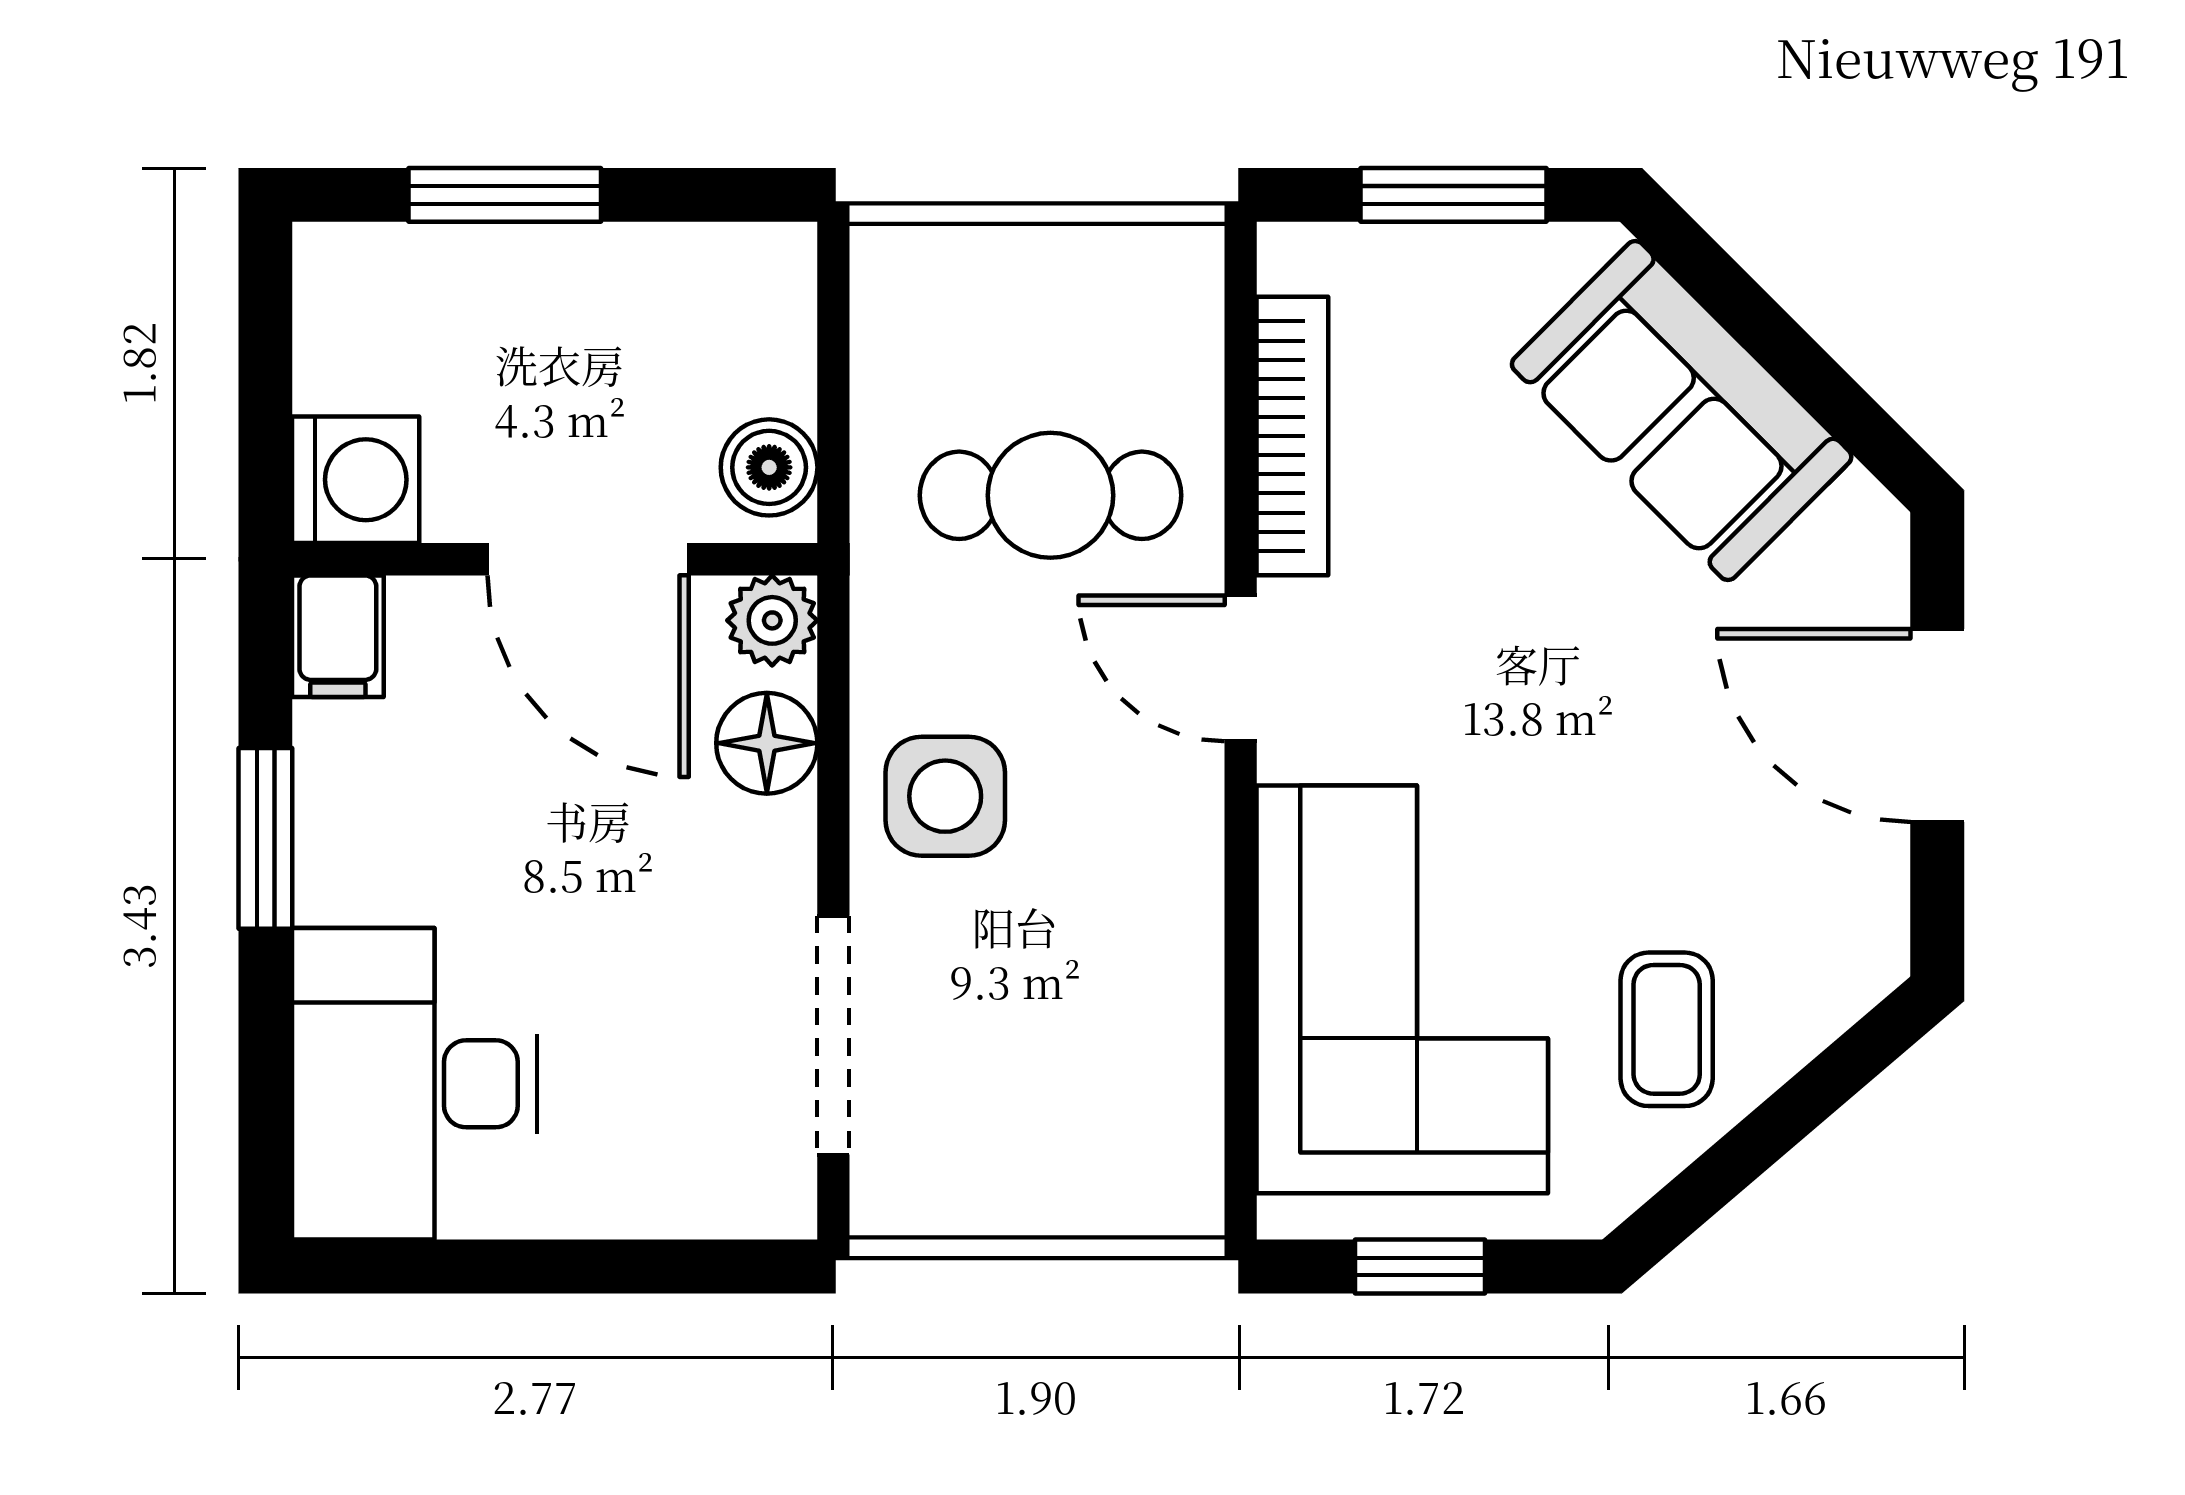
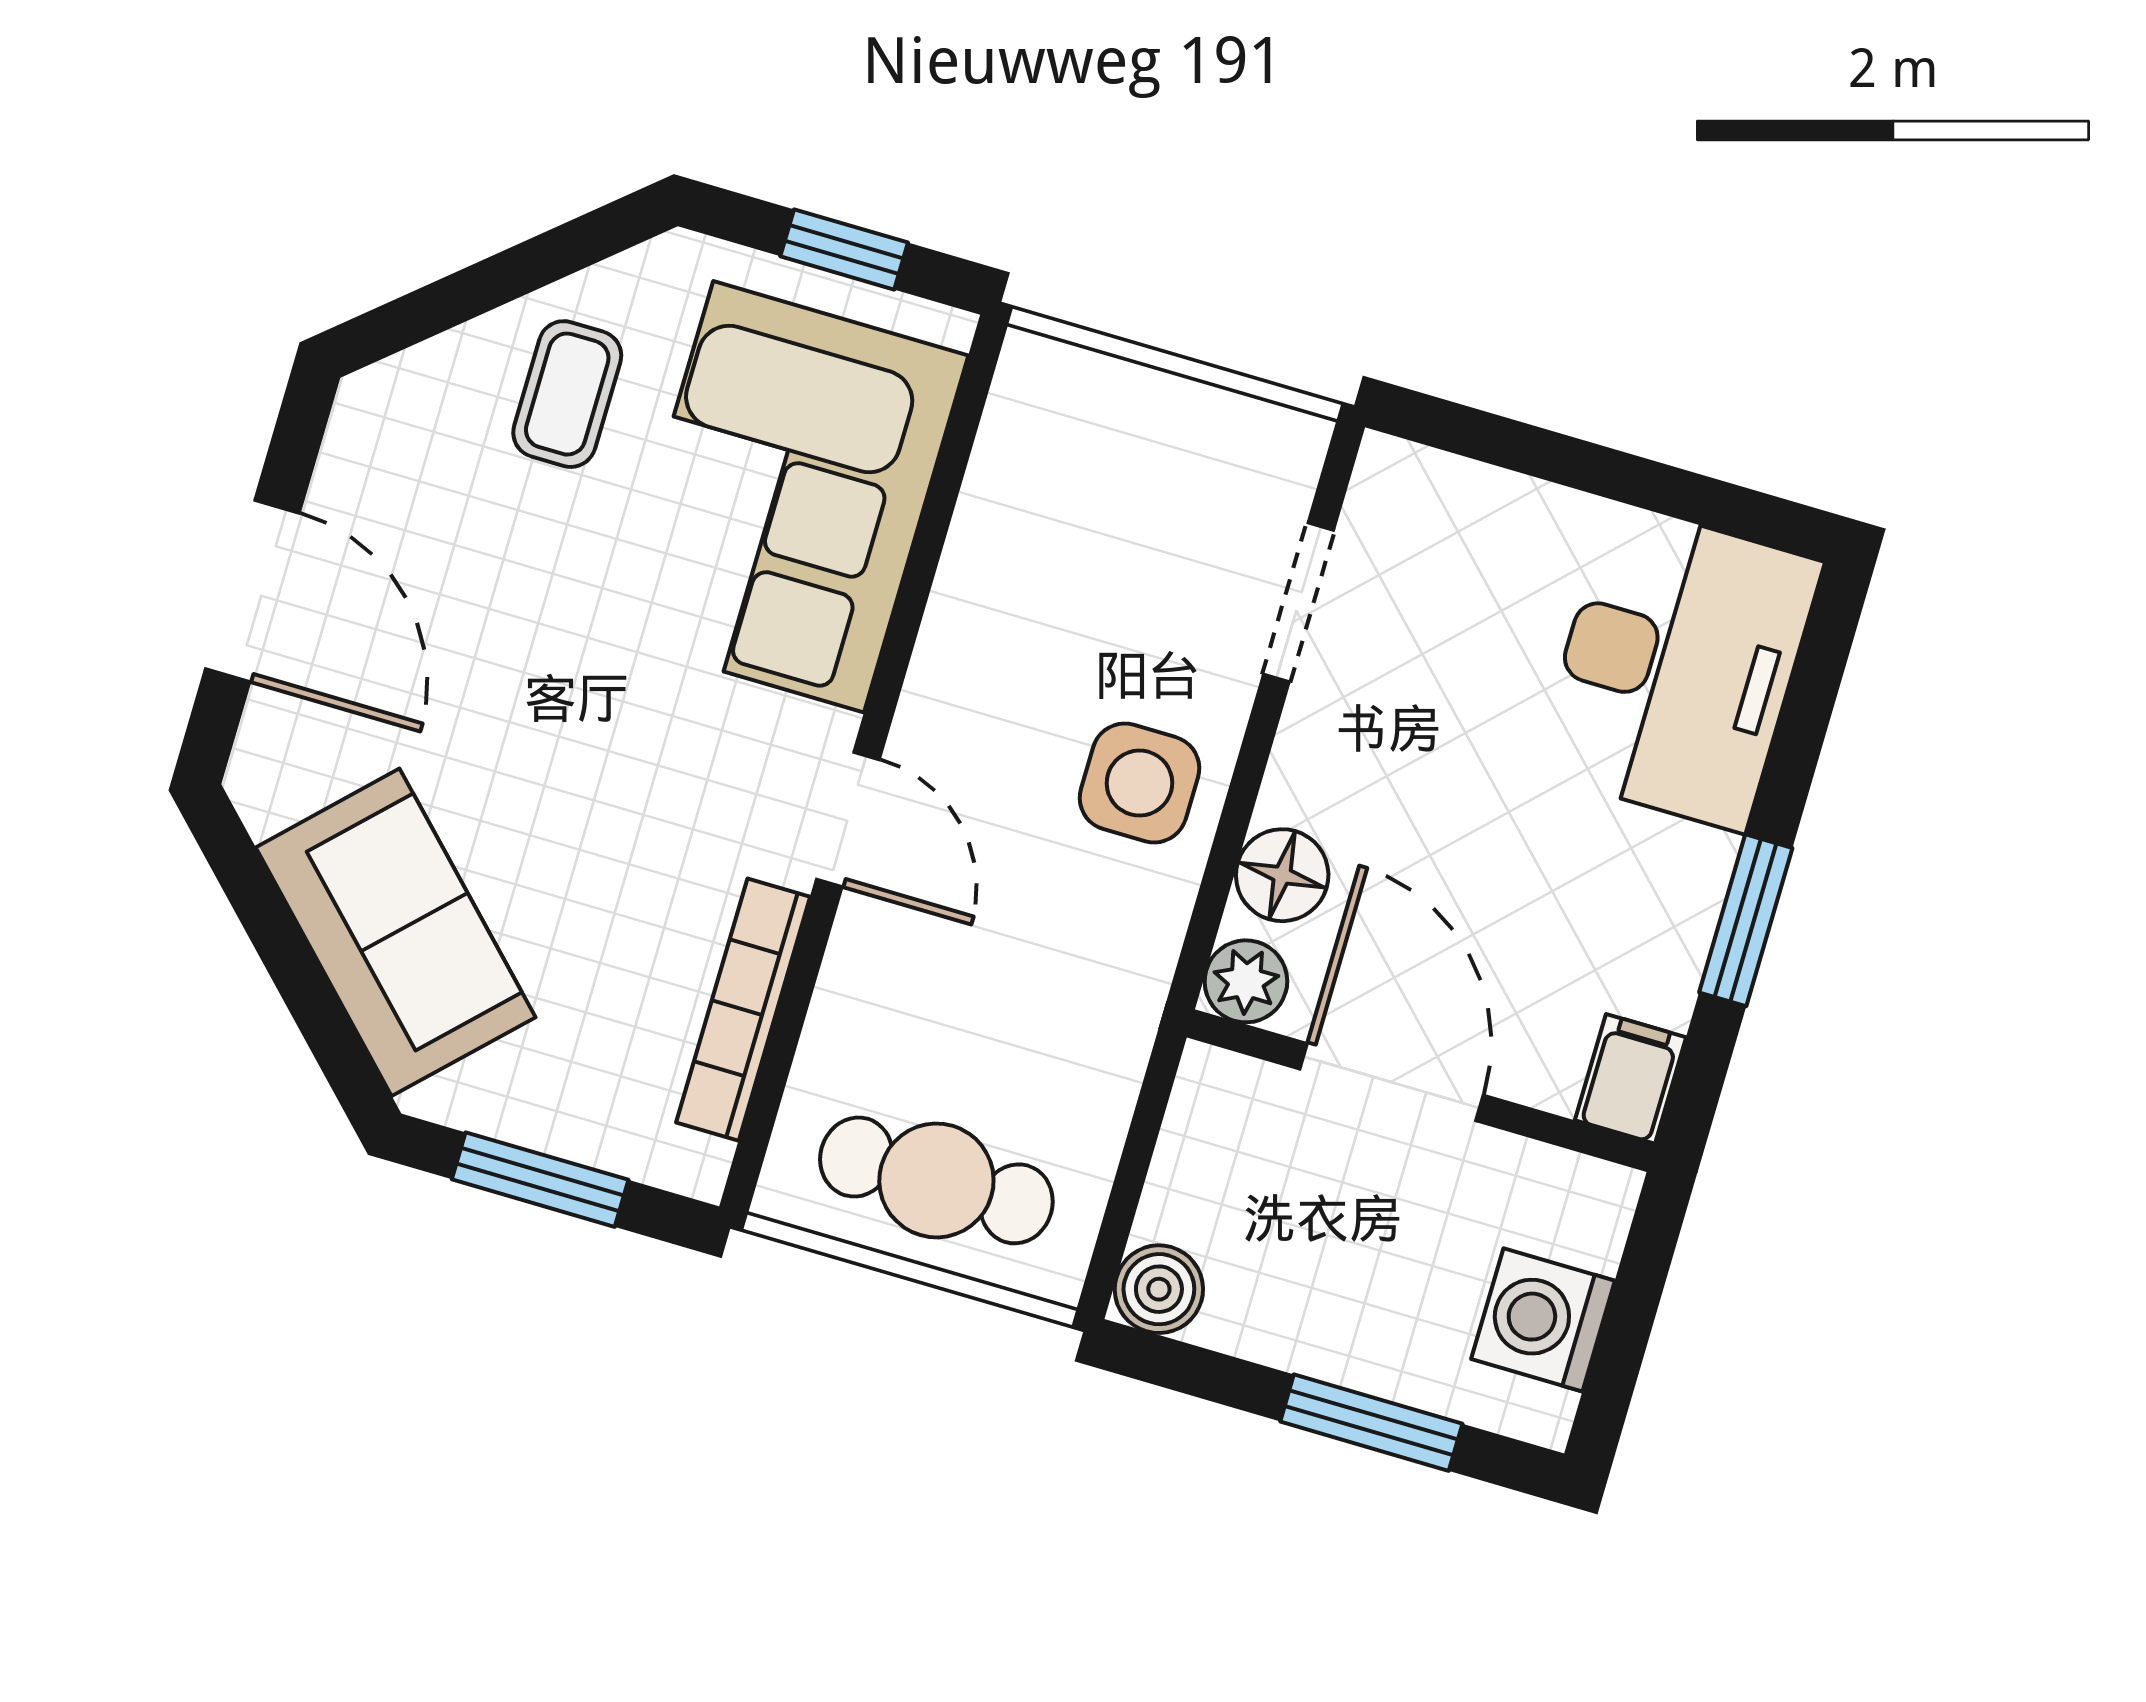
boiler: (769, 467) -> (1159, 1289), moved
washing machine: (356, 480) -> (1543, 1320), moved
cafe table: (1050, 495) -> (936, 1180), moved
doorway: (833, 1035) -> (1299, 602), width x0.73

